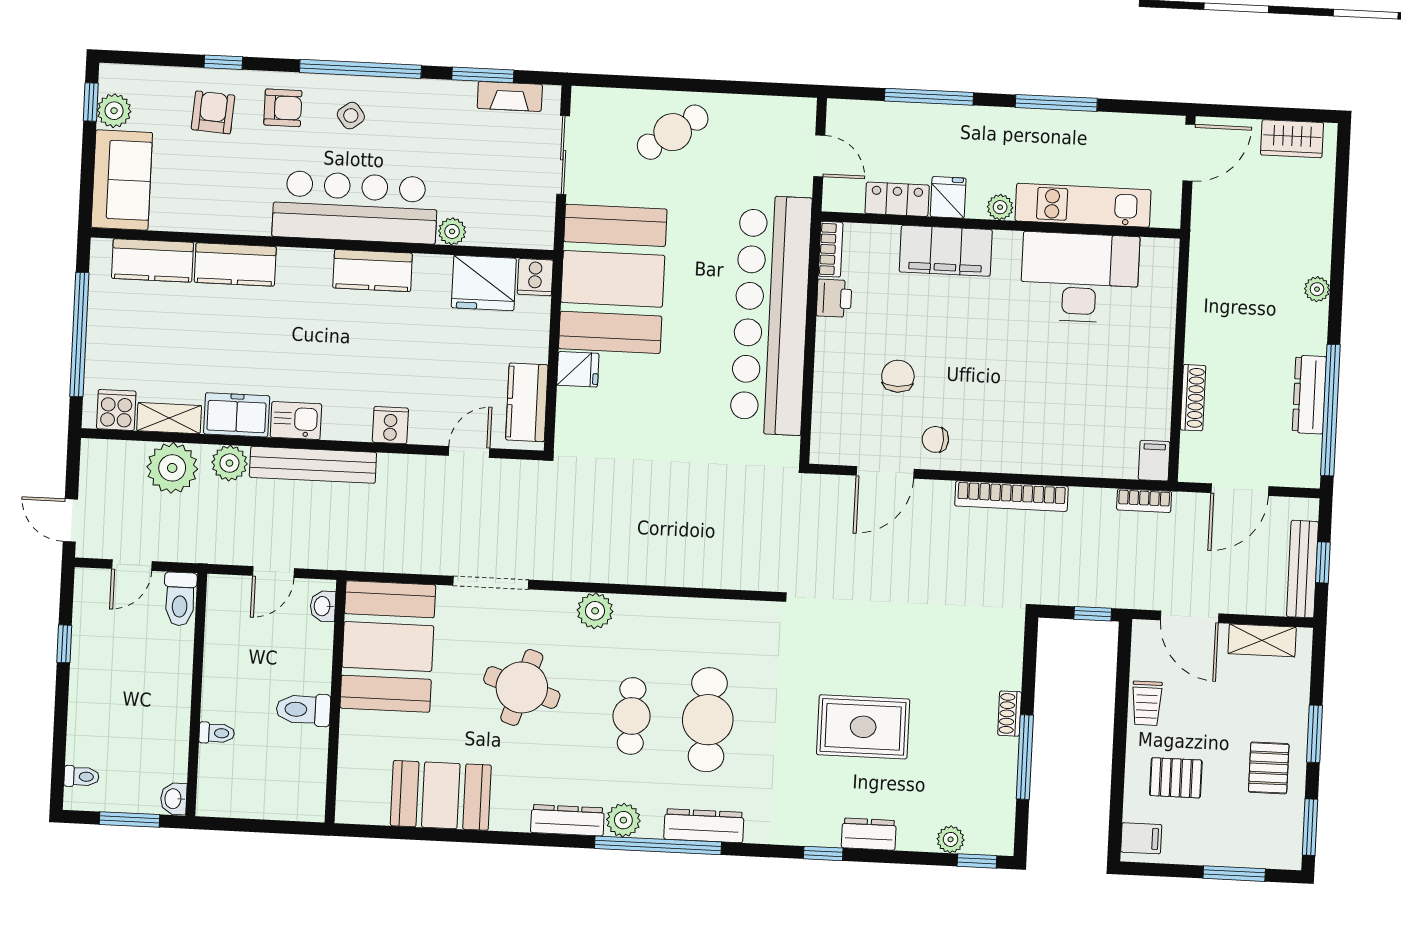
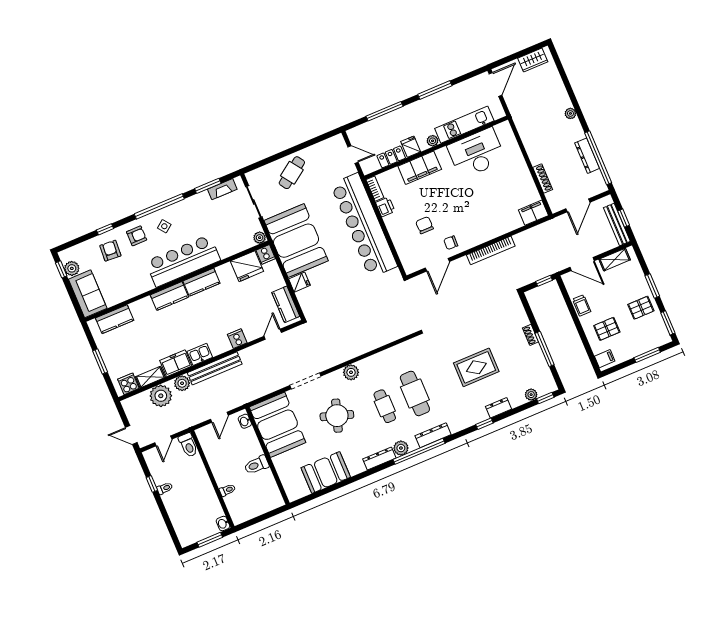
plant: (452, 231) -> (260, 238), moved
kitchen counter: (235, 264) -> (169, 296), moved
window: (79, 335) -> (100, 361), width x0.47
filing cabinet: (1154, 461) -> (533, 213), width x2.00
bookcase: (1144, 501) -> (543, 227), removed
pallet: (1269, 768) -> (641, 308), turned 90
toilet: (82, 776) -> (165, 488), moved

